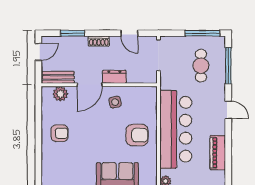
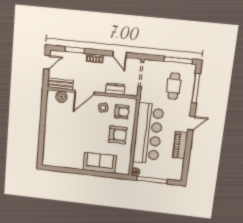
dresser: (114, 77) -> (115, 89), moved
door: (228, 110) -> (191, 123), hinge flipped
armchair: (60, 133) -> (122, 112), moved
piano: (218, 153) -> (180, 145), moved

